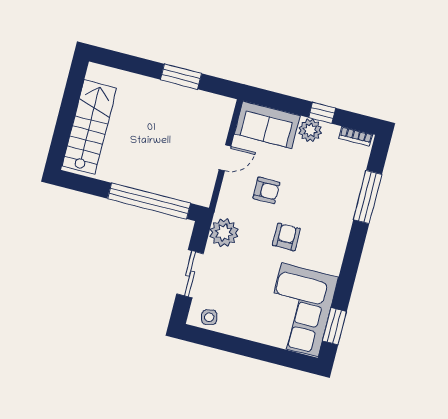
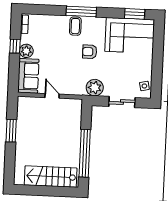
armchair: (266, 190) -> (66, 69), removed
window: (368, 197) -> (81, 11), moved
window: (149, 201) -> (85, 153), moved
coffee table: (335, 222) -> (75, 26), added

